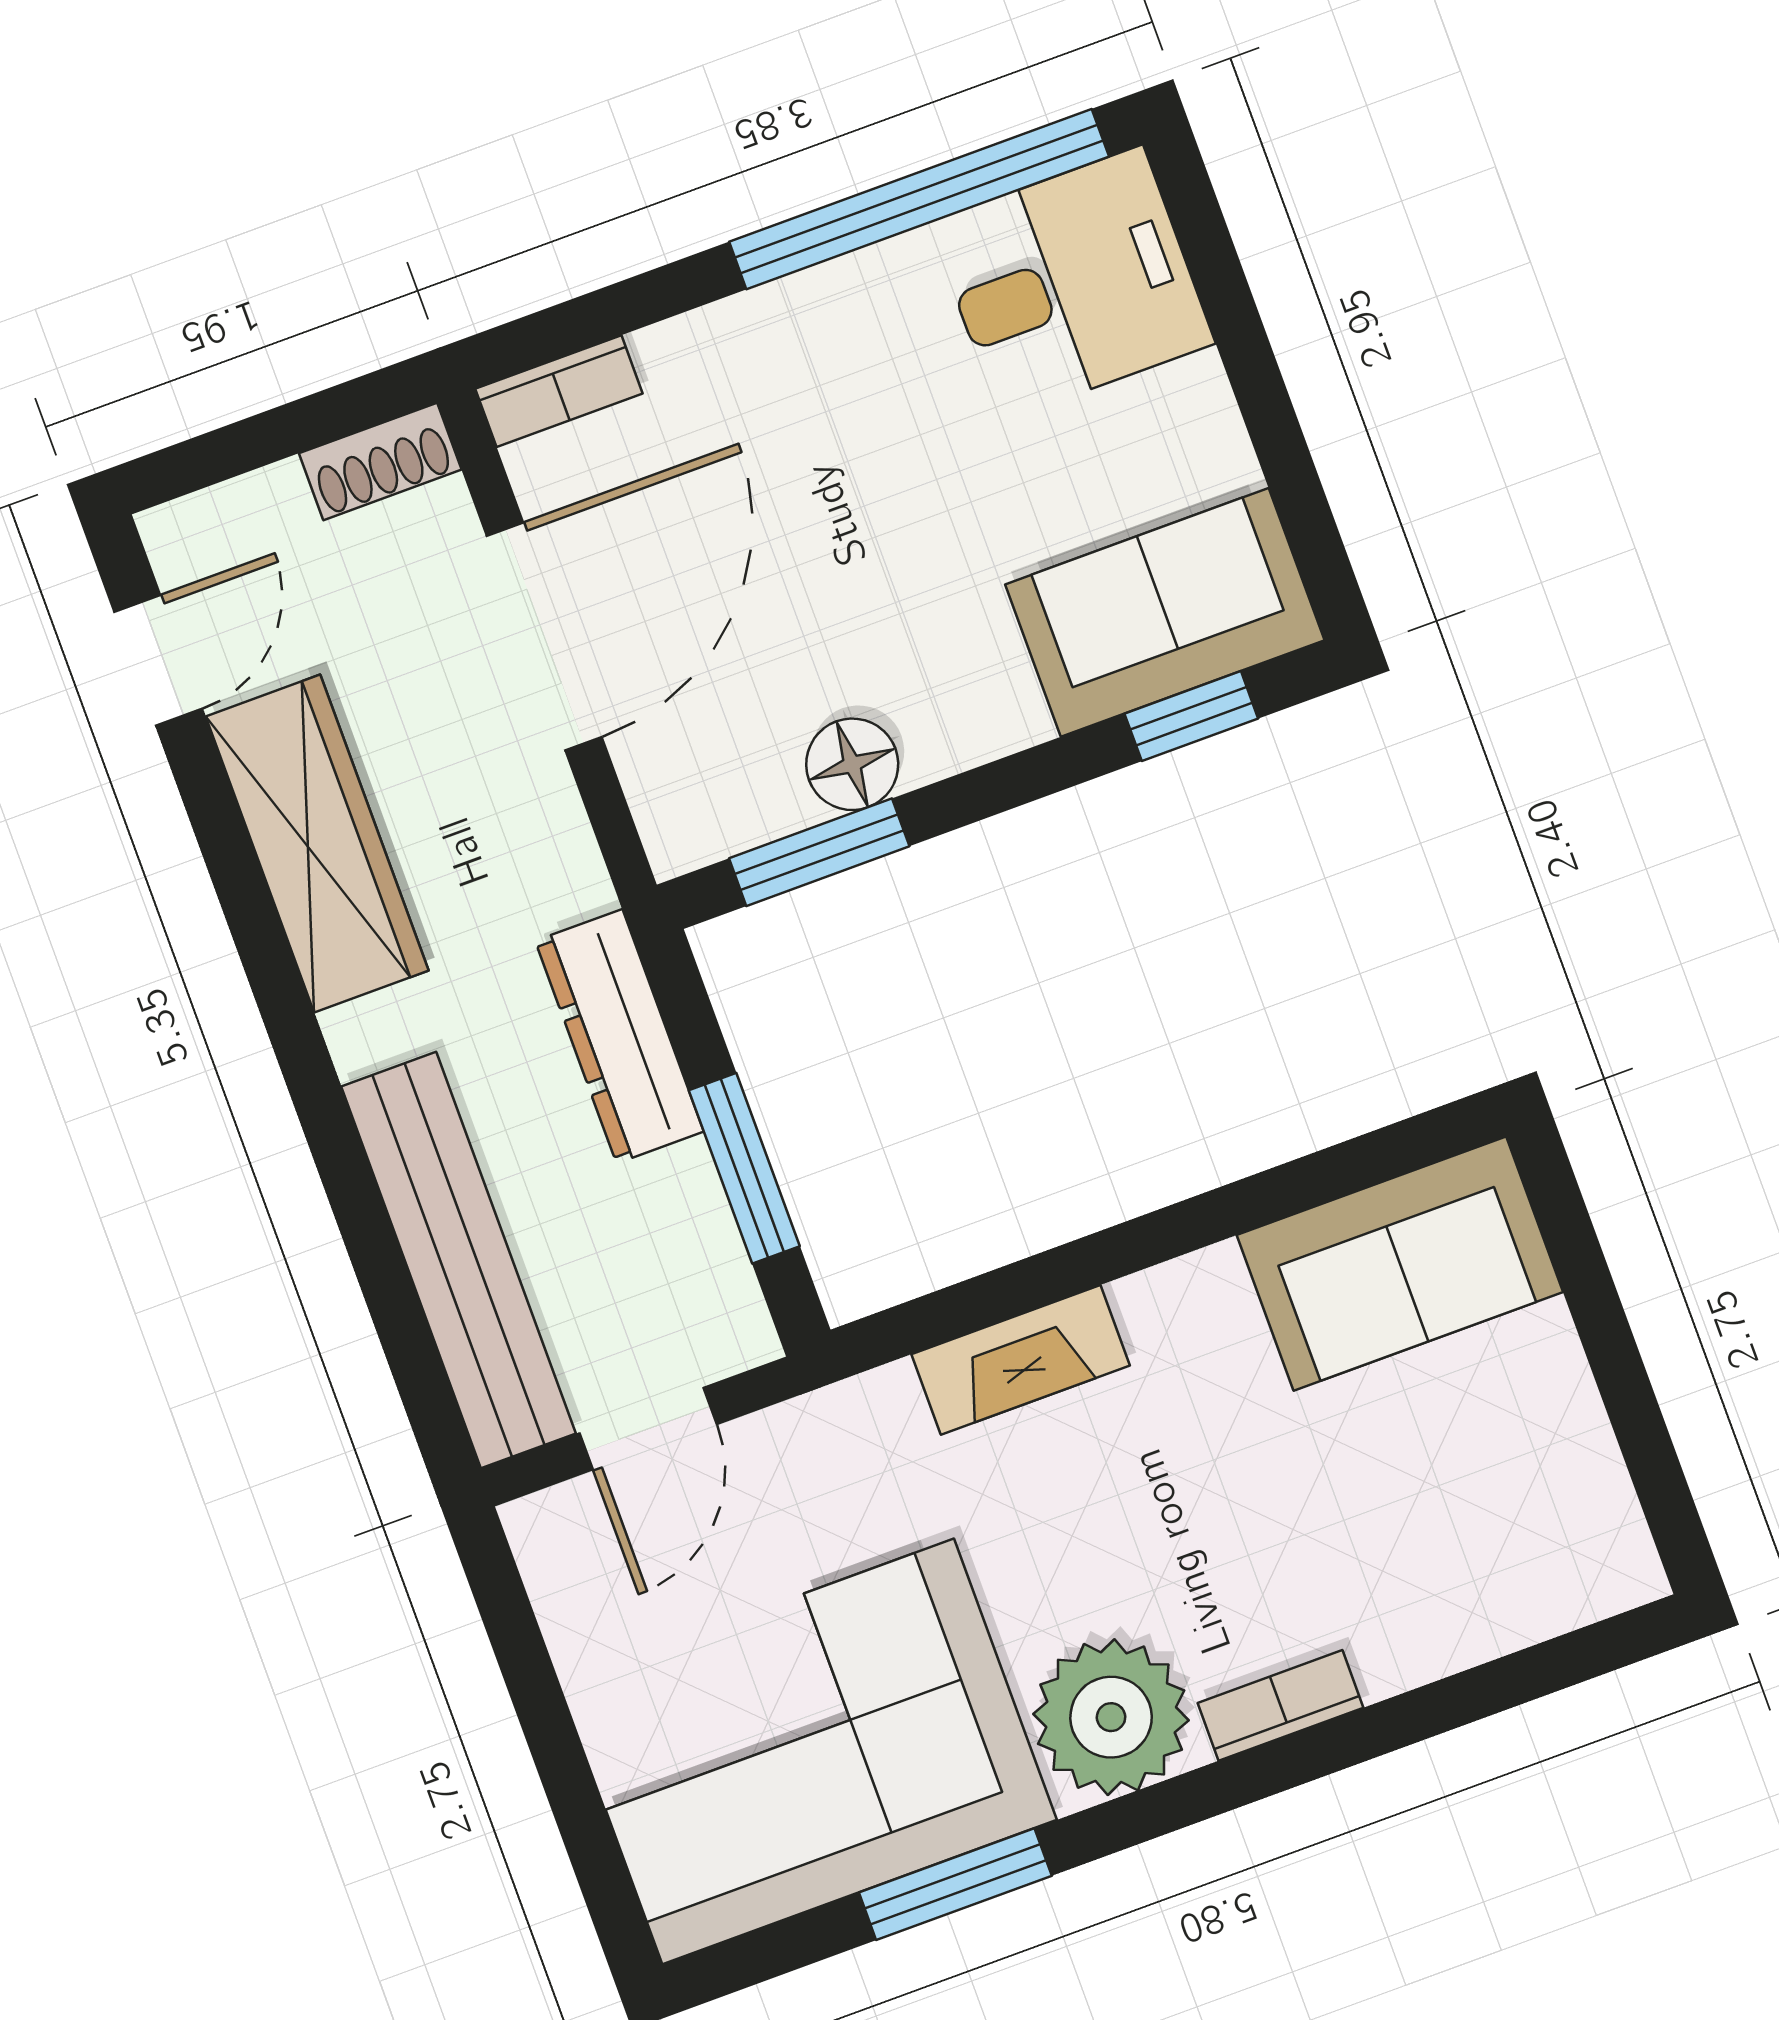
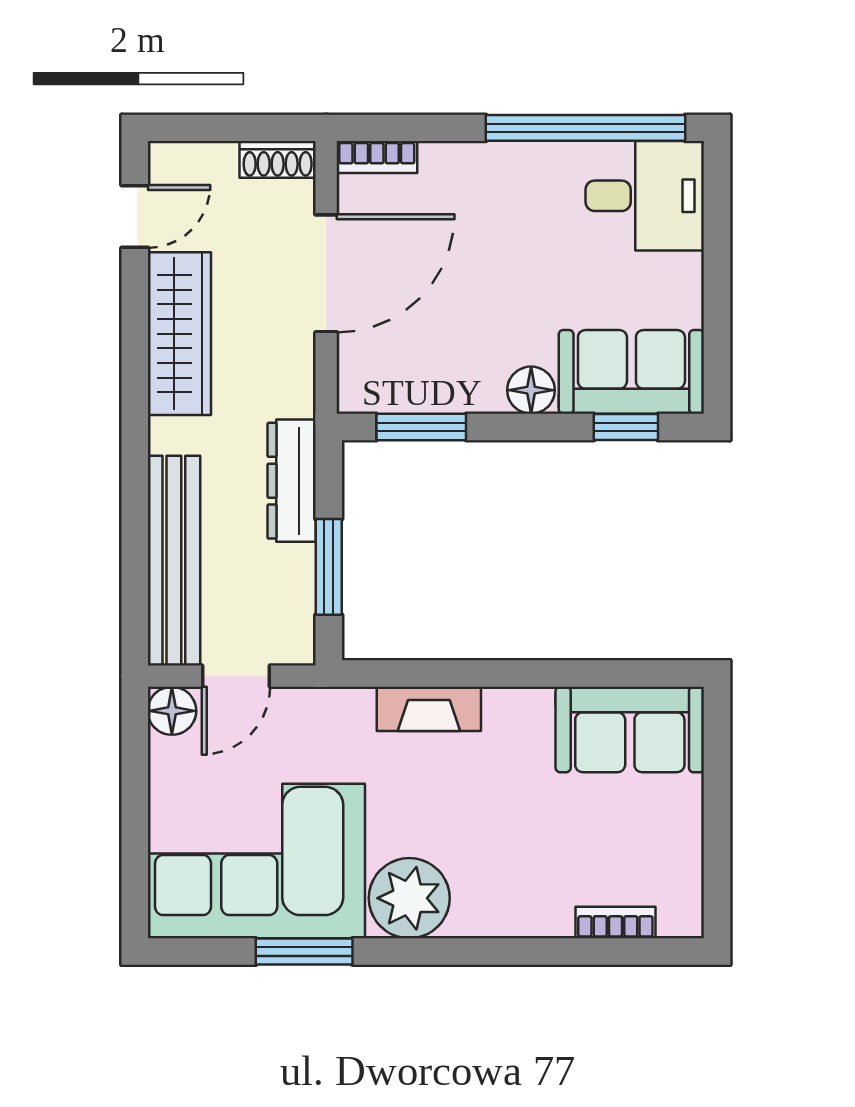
floor lamp: (852, 764) -> (531, 390), moved
floor lamp: (555, 1534) -> (172, 711), added
bookcase: (1280, 1705) -> (615, 923), moved

